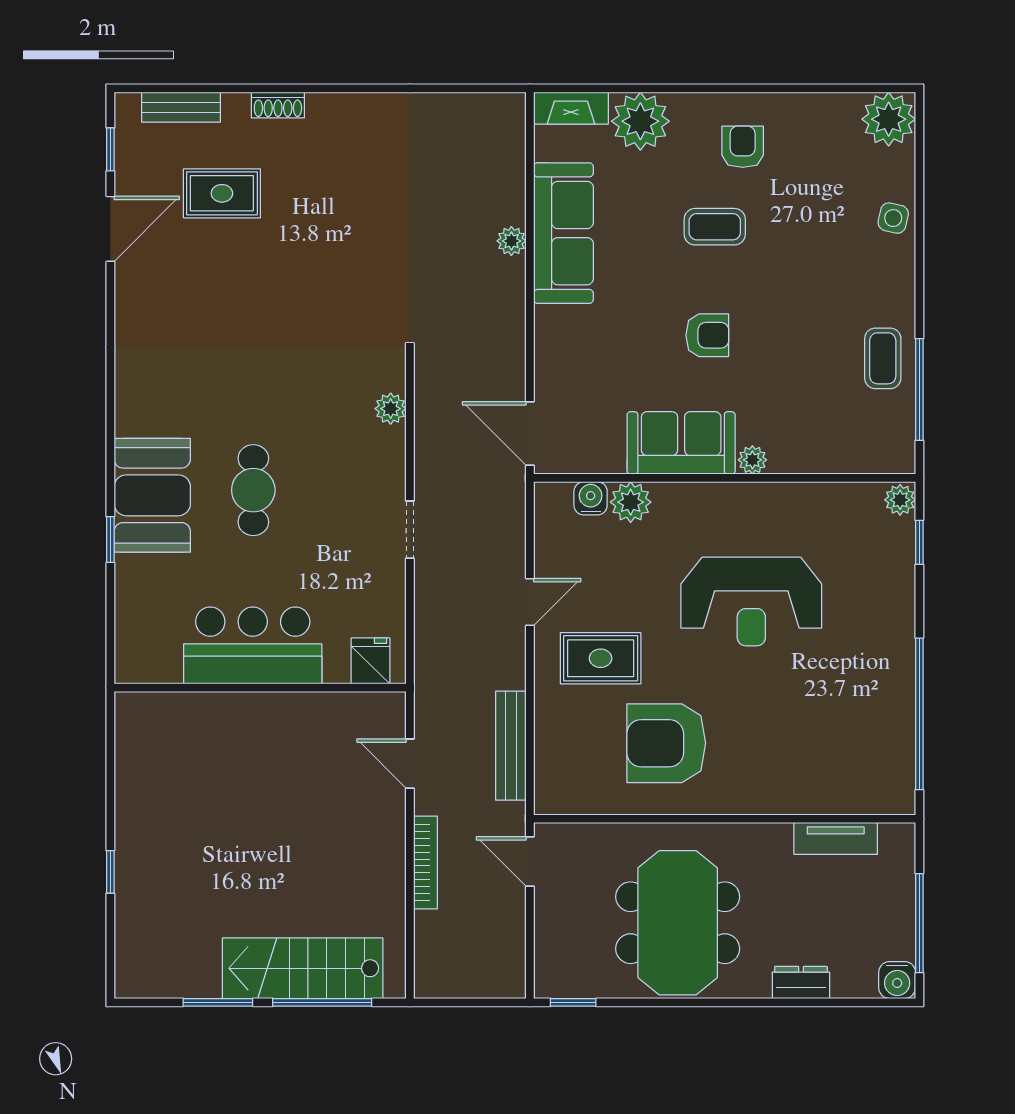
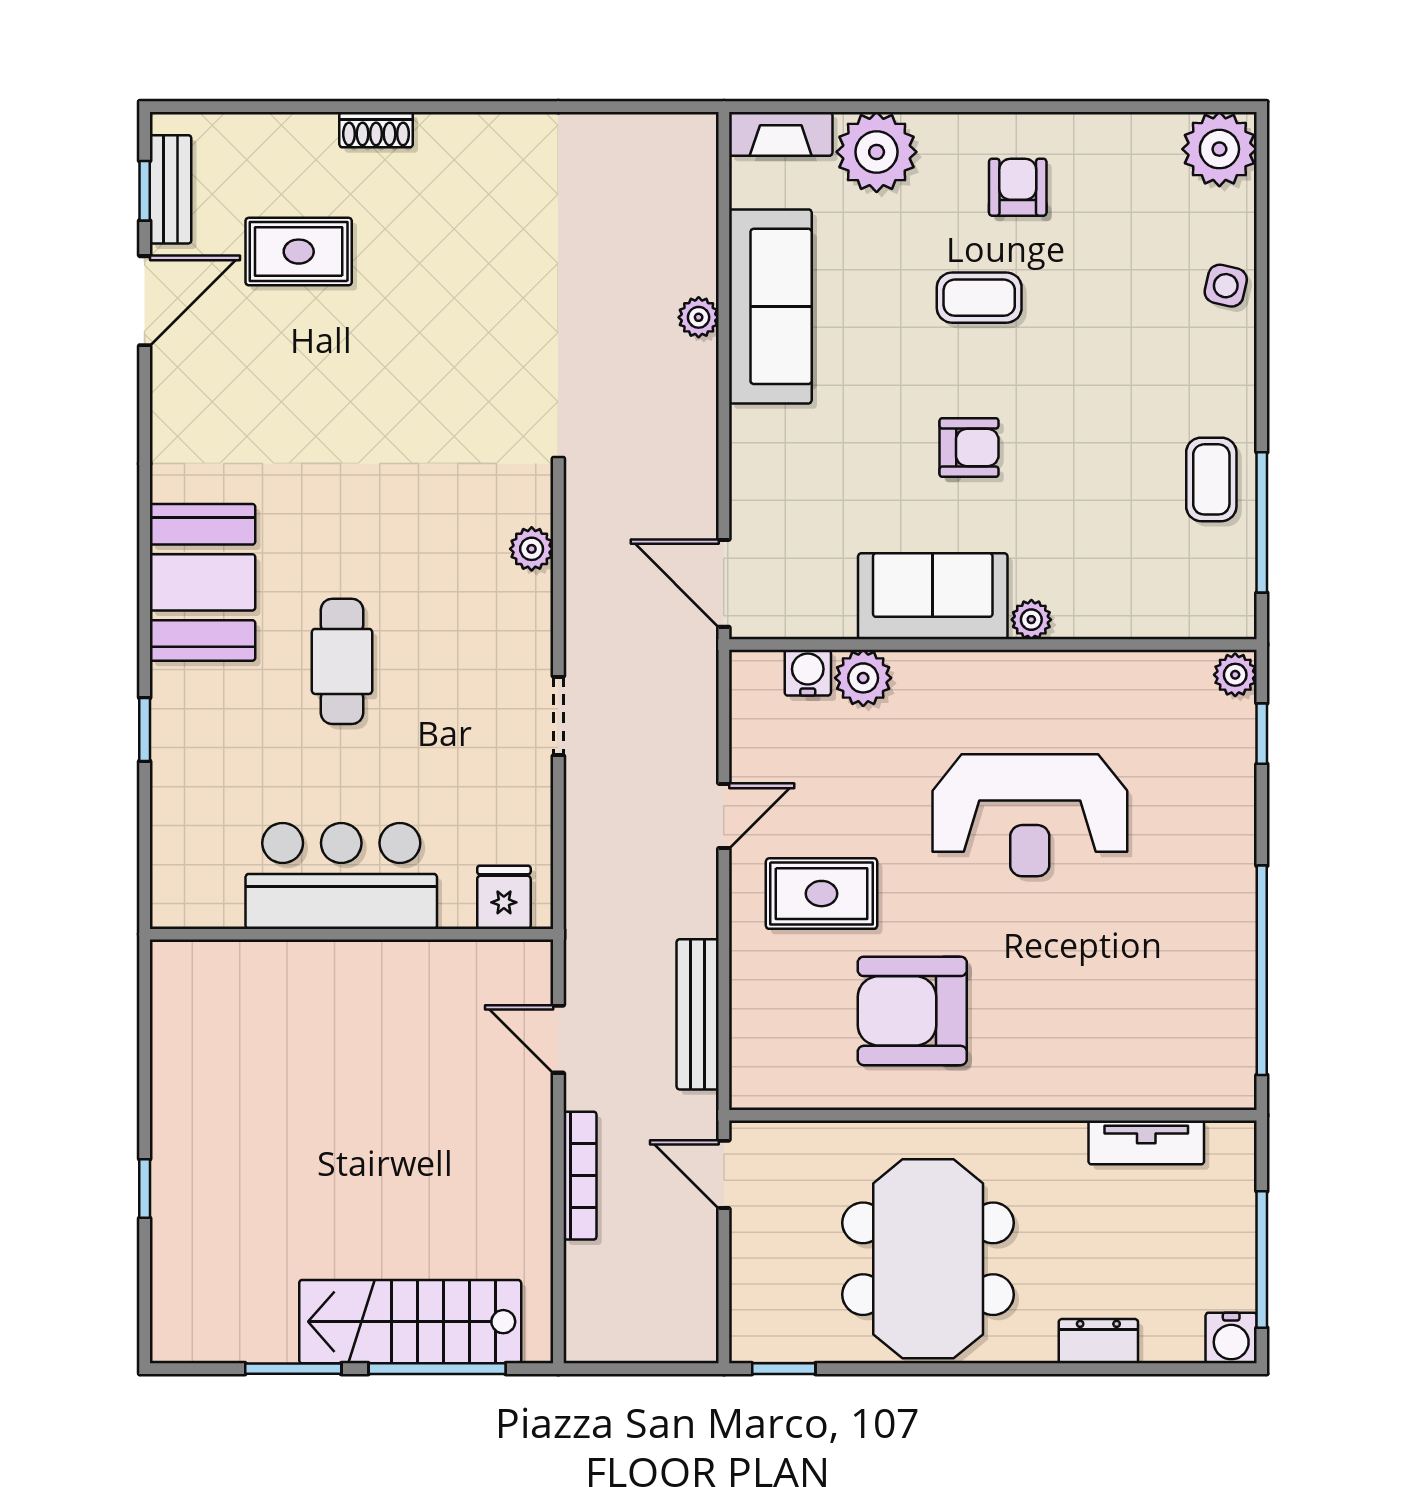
bench: (181, 107) -> (171, 189), moved, turned 90
booth: (152, 495) -> (202, 582), moved

